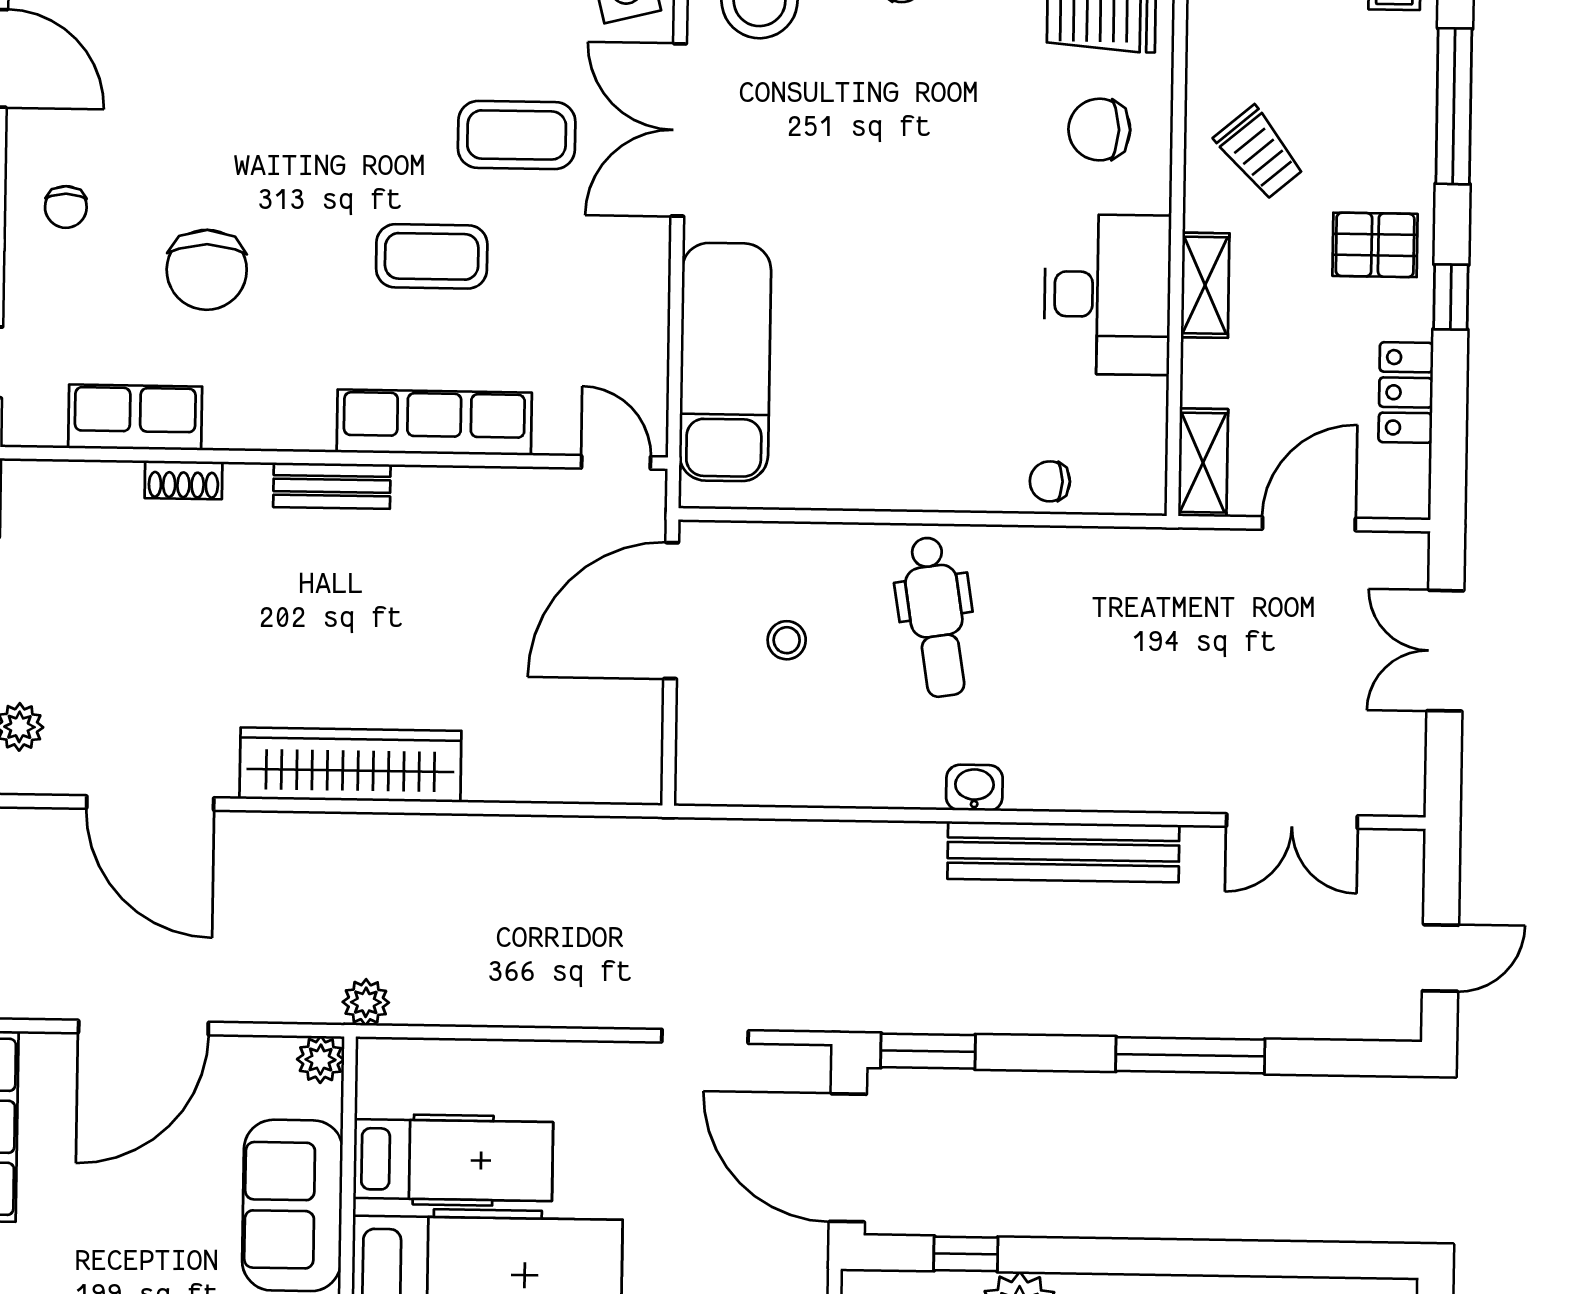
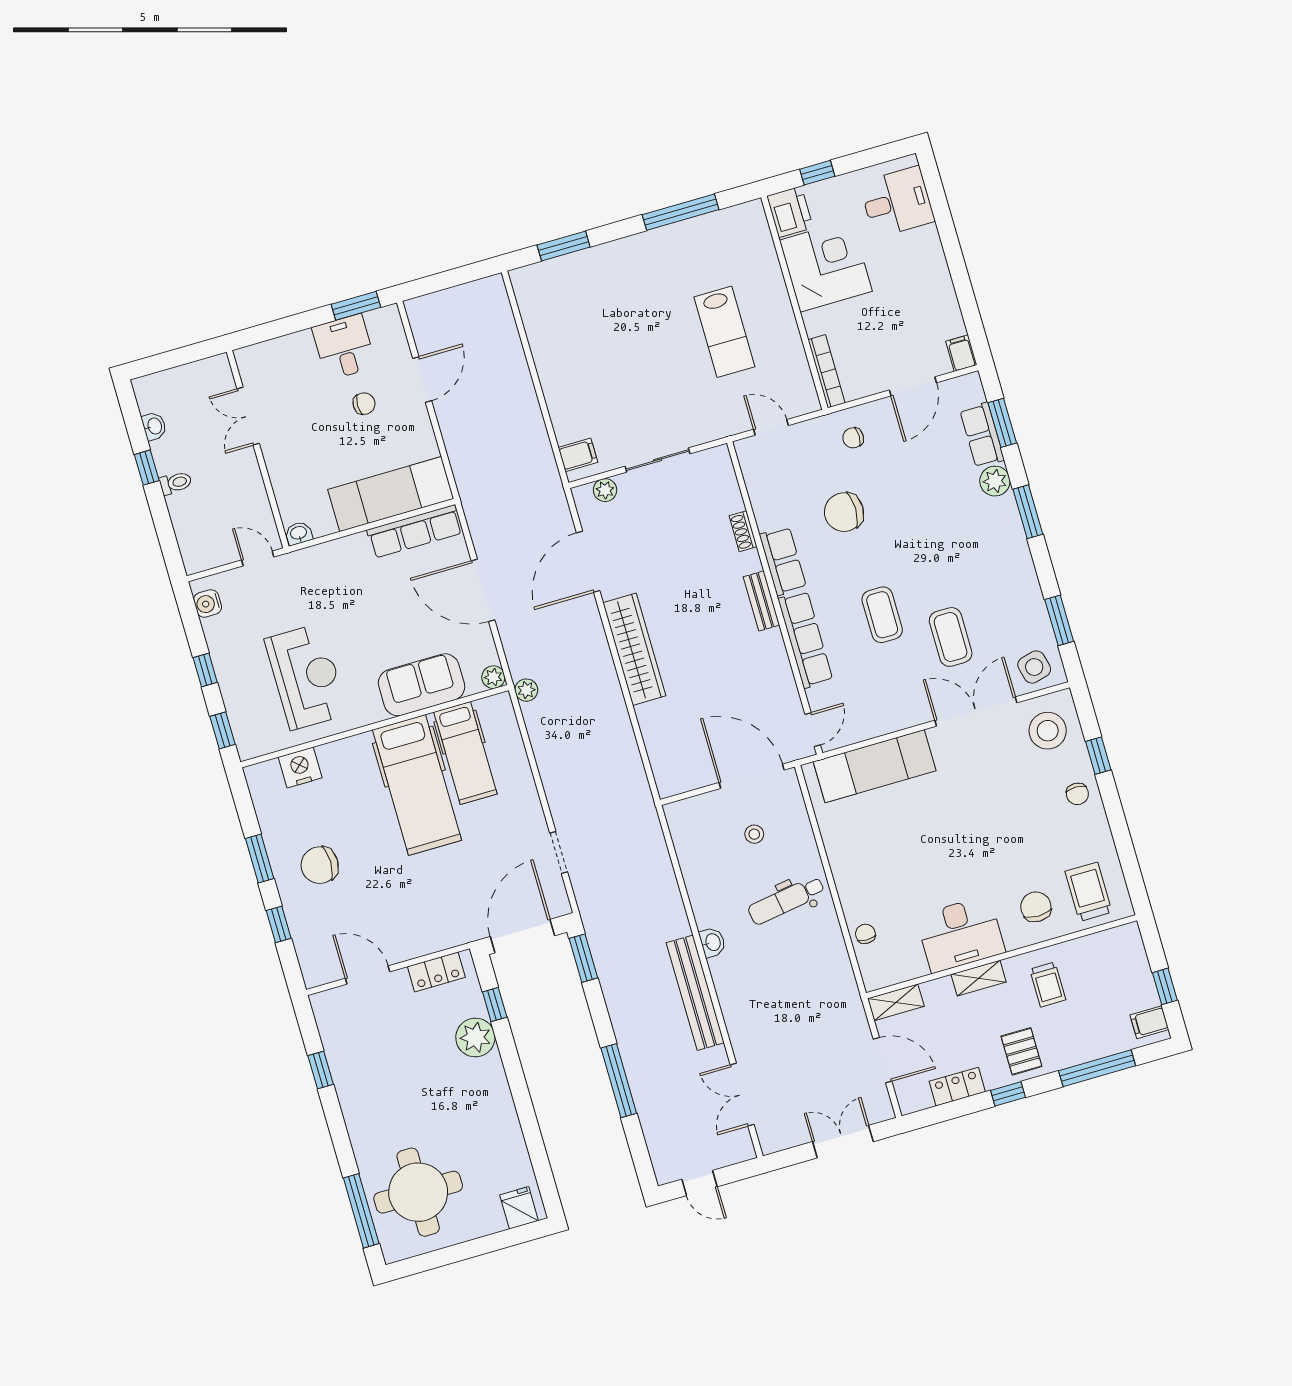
trolley: (1259, 153) -> (1048, 984), turned -50
row of seats: (135, 417) -> (783, 561), moved

